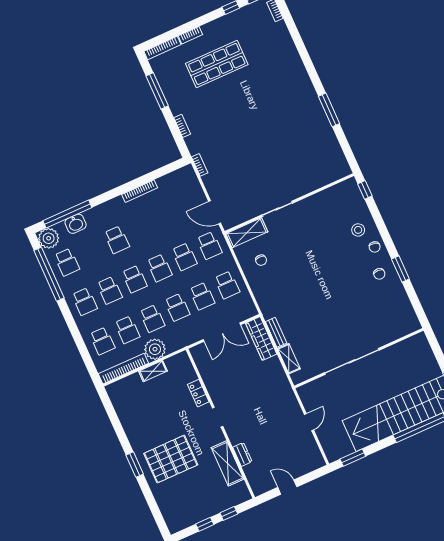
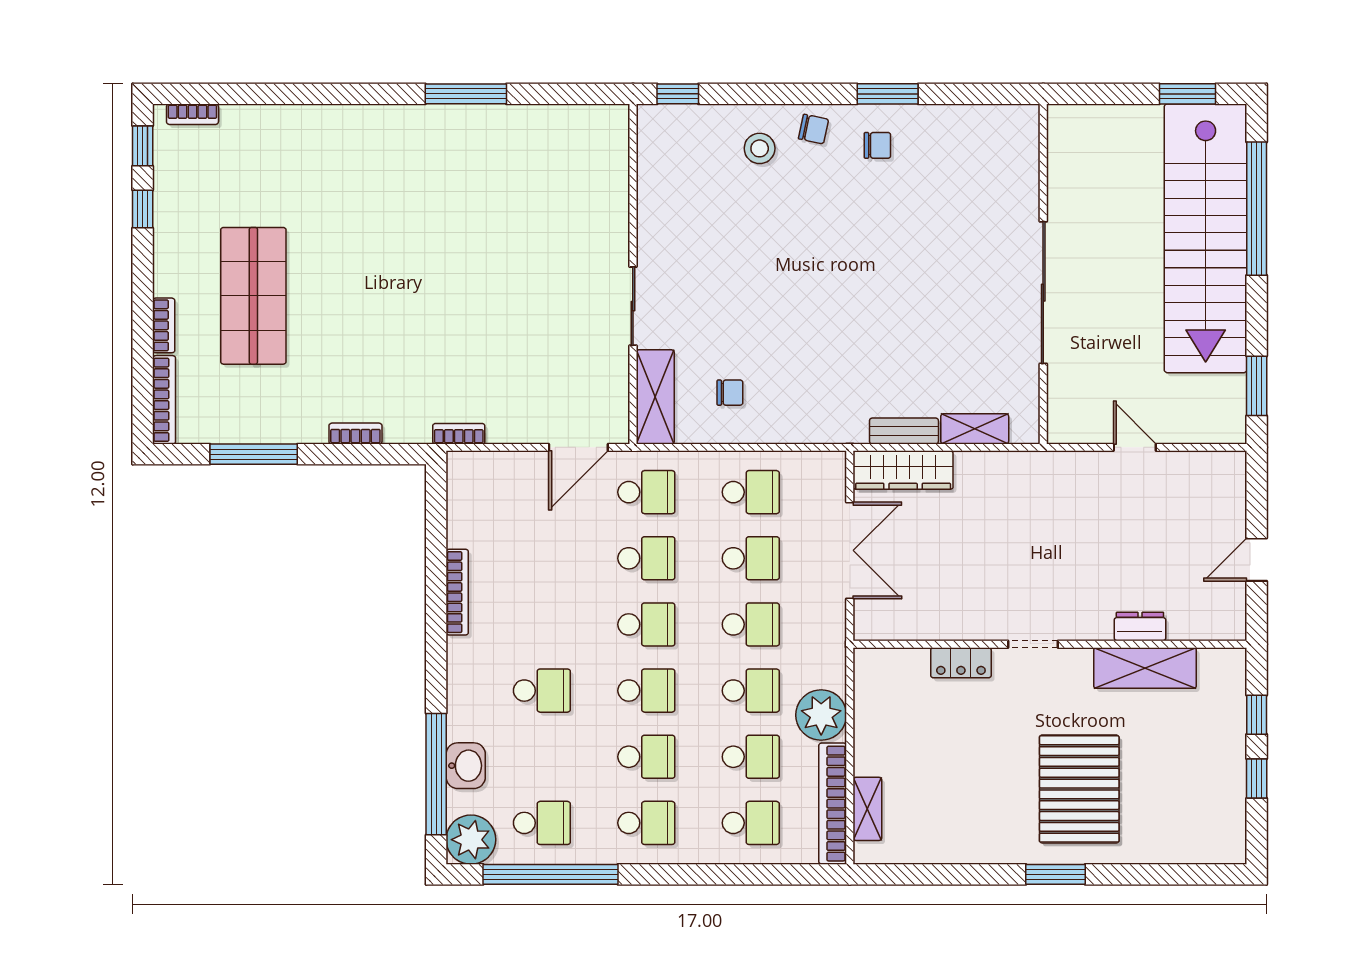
shelving: (153, 371) -> (867, 809), moved

